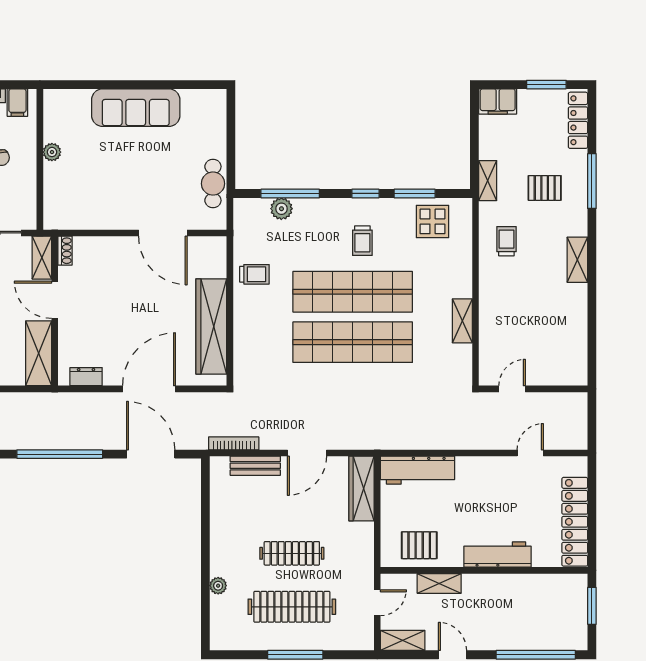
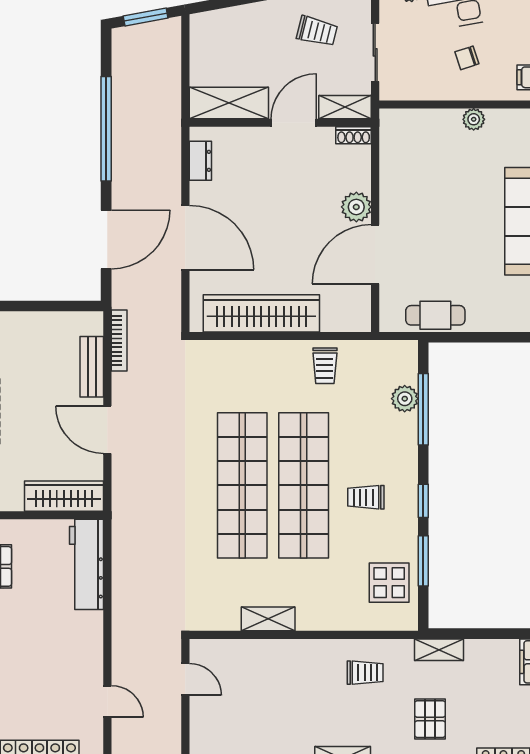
plant: (124, 248) -> (356, 207), added

